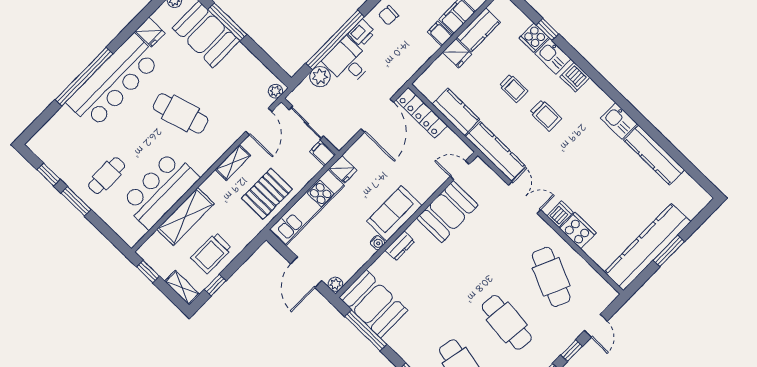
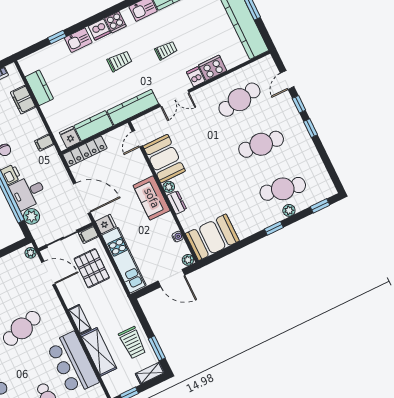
filing cabinet: (440, 34) -> (44, 143), moved
cooker: (534, 38) -> (115, 22), moved
fridge: (457, 53) -> (70, 137), moved, turned -90
trolley: (513, 88) -> (166, 50), moved
door: (377, 116) -> (82, 198), moved
shelving: (233, 163) -> (80, 319), moved
pallet: (267, 194) -> (92, 268), moved
double door: (524, 197) -> (174, 98), swing flipped
plant: (415, 229) -> (169, 187), added
water cooler: (378, 243) -> (178, 237), moved
cafe table: (551, 277) -> (239, 100), turned -33
window: (215, 285) -> (157, 348), width x1.50
door: (596, 326) -> (287, 80), swing flipped
window: (366, 330) -> (230, 250), removed

